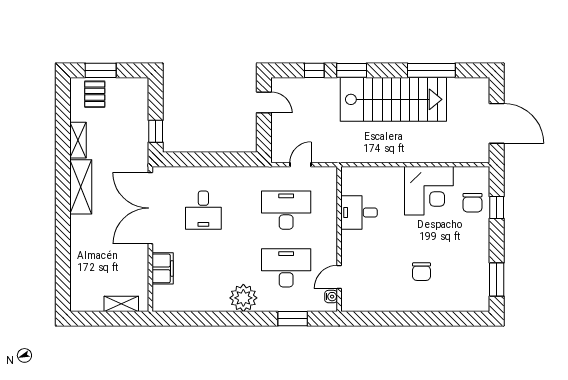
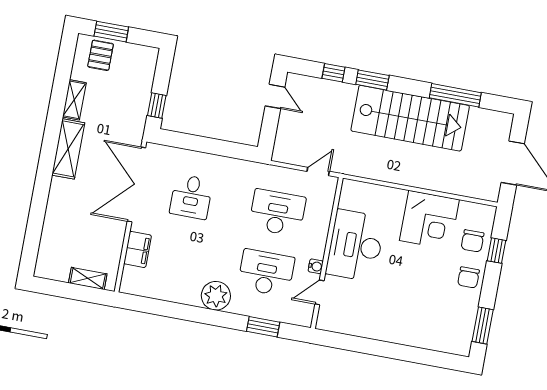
door: (300, 165) -> (318, 171), moved
desk: (359, 213) -> (355, 246), width x1.87, depth x1.30
chair: (421, 272) -> (468, 277), moved
water cooler: (331, 297) -> (316, 266), moved

